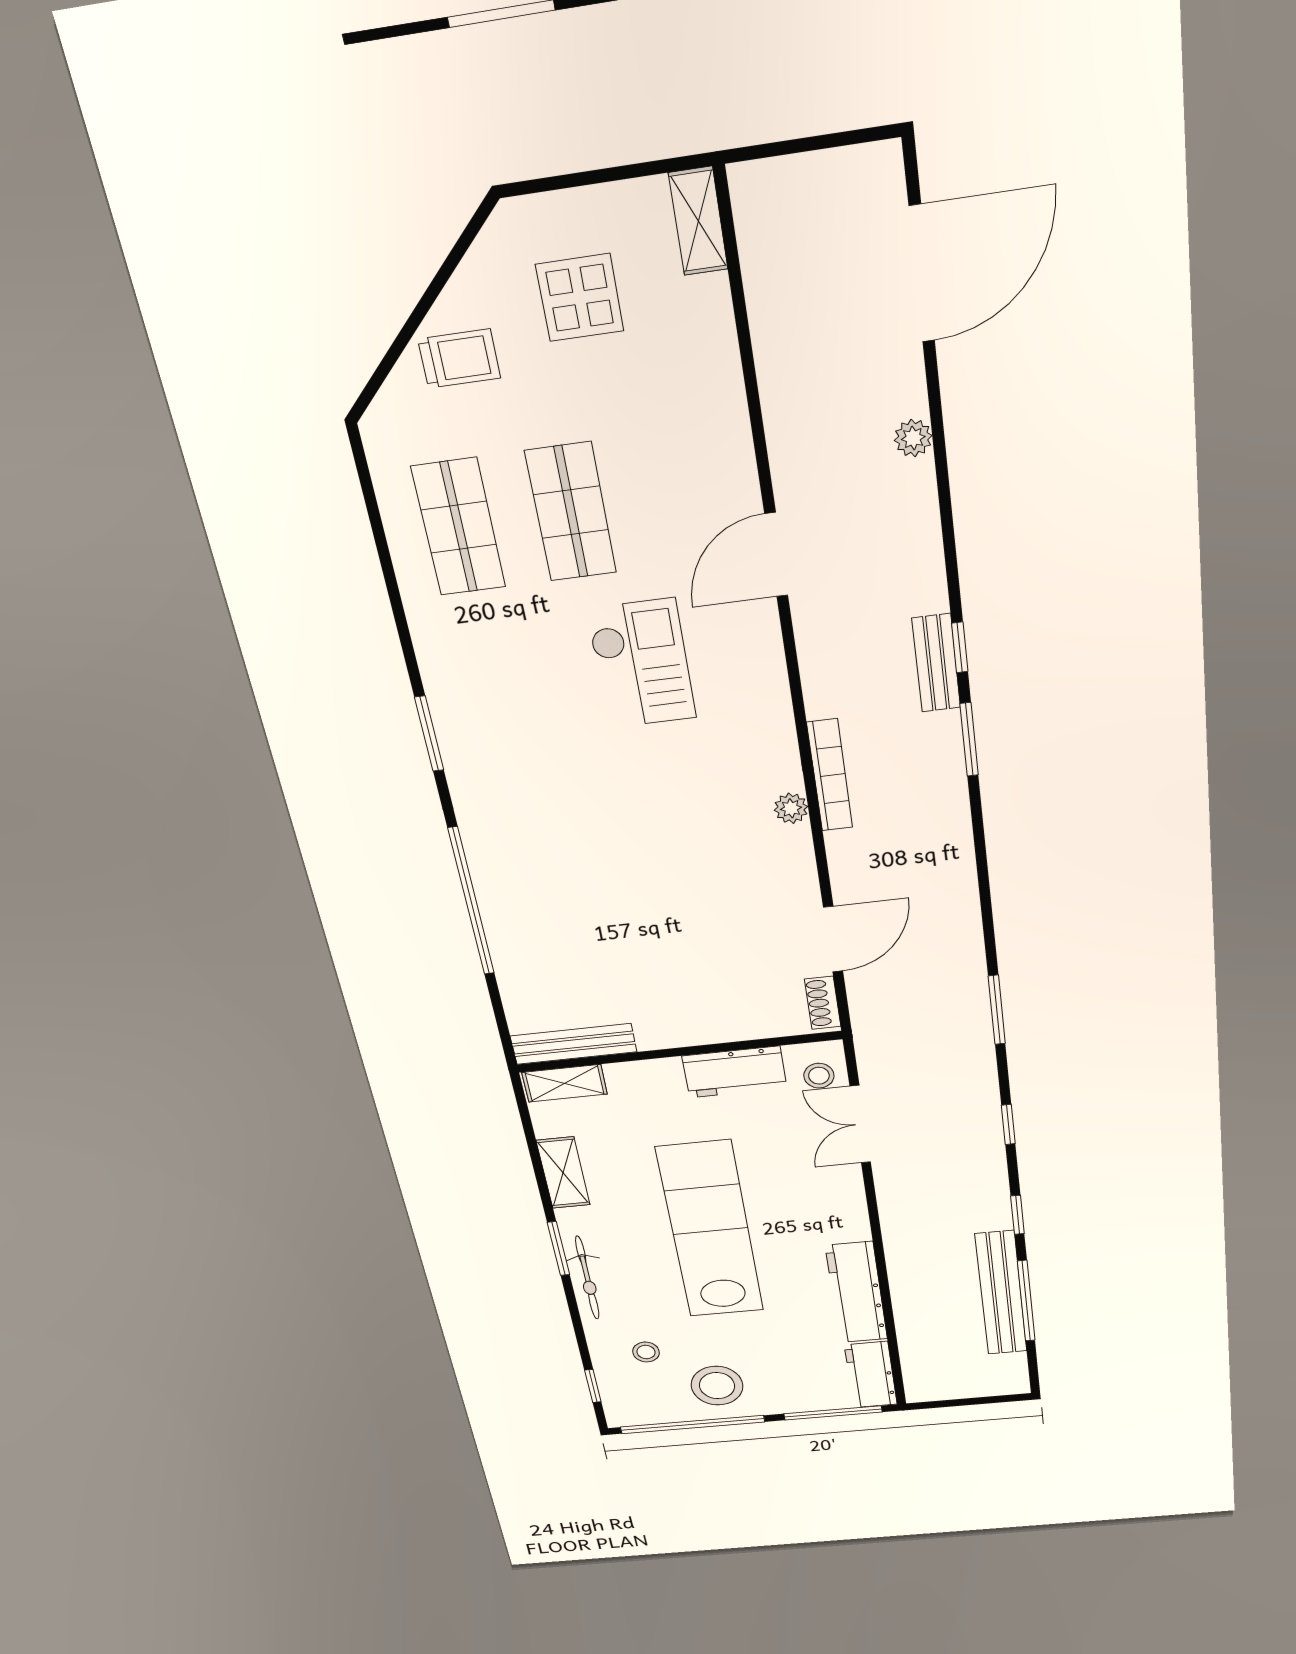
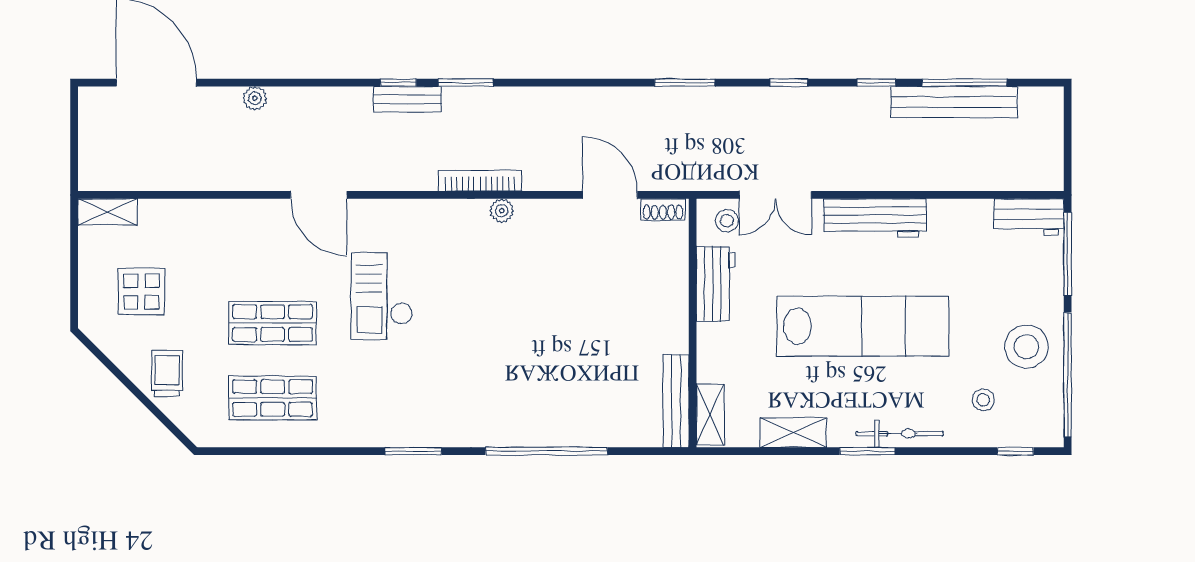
checkout: (641, 664) -> (382, 296), turned -90
lab bench: (710, 1230) -> (863, 326), turned 180
workbench: (857, 1293) -> (875, 218), moved

